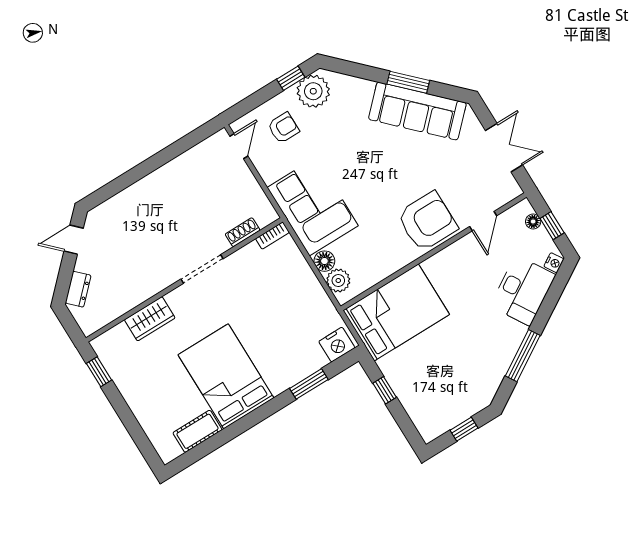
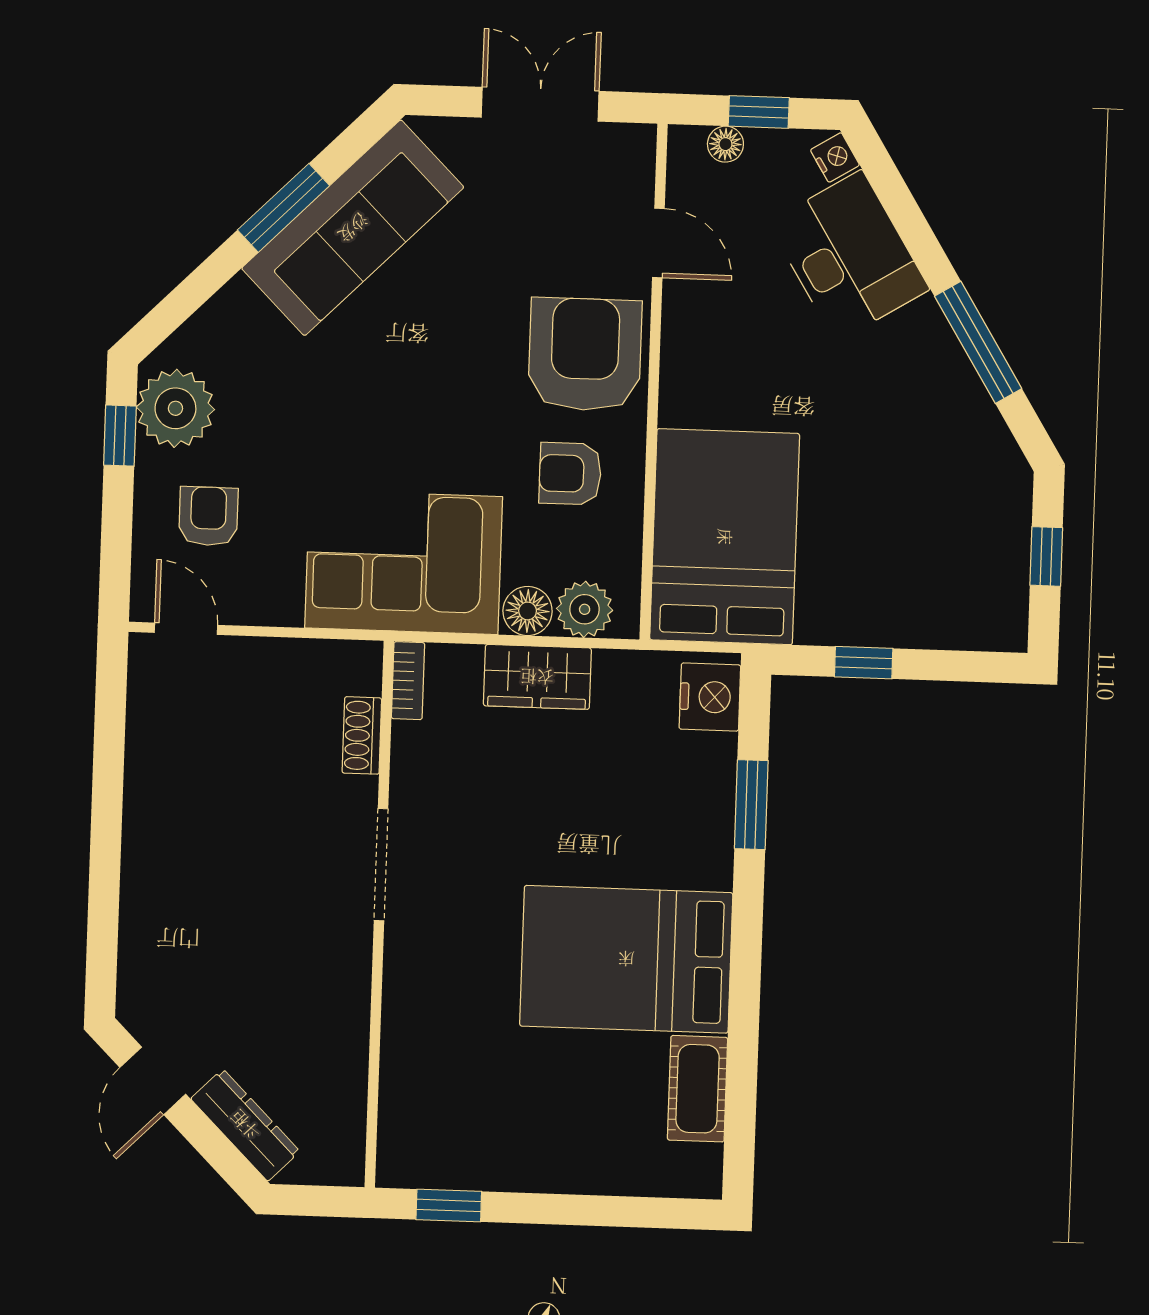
armchair: (382, 244) -> (570, 474), added
dresser: (78, 289) -> (245, 1125), width x1.44
wardrobe: (150, 319) -> (537, 677), moved, turned 90

